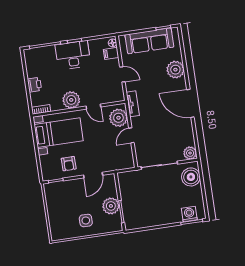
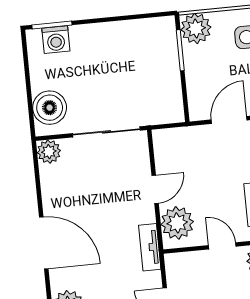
plant: (111, 206) -> (196, 28), moved

